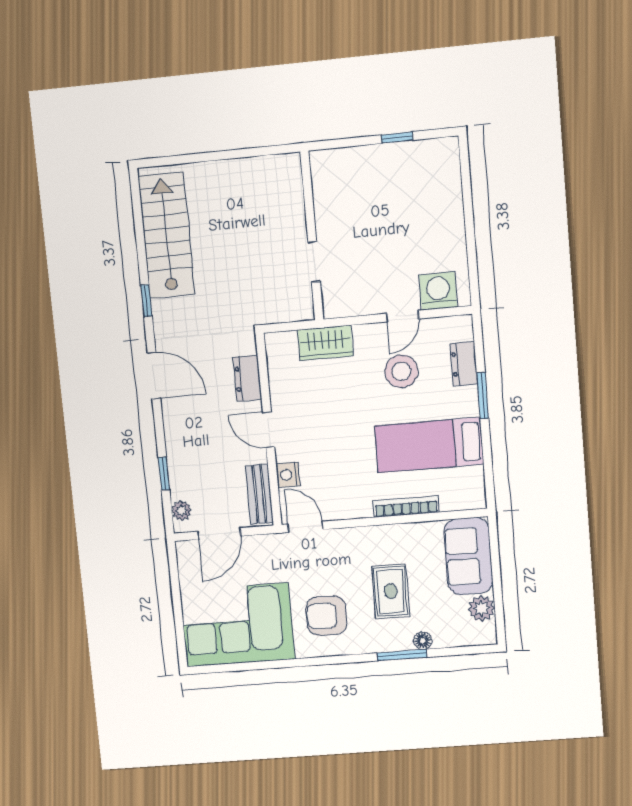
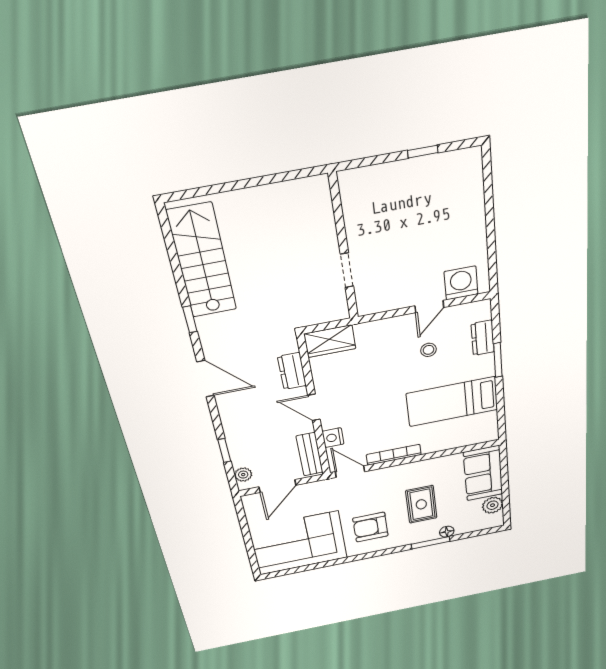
wardrobe: (325, 343) -> (330, 341), moved
stool: (401, 371) -> (428, 350), width x0.53, depth x0.53
bookcase: (406, 507) -> (394, 455), moved

